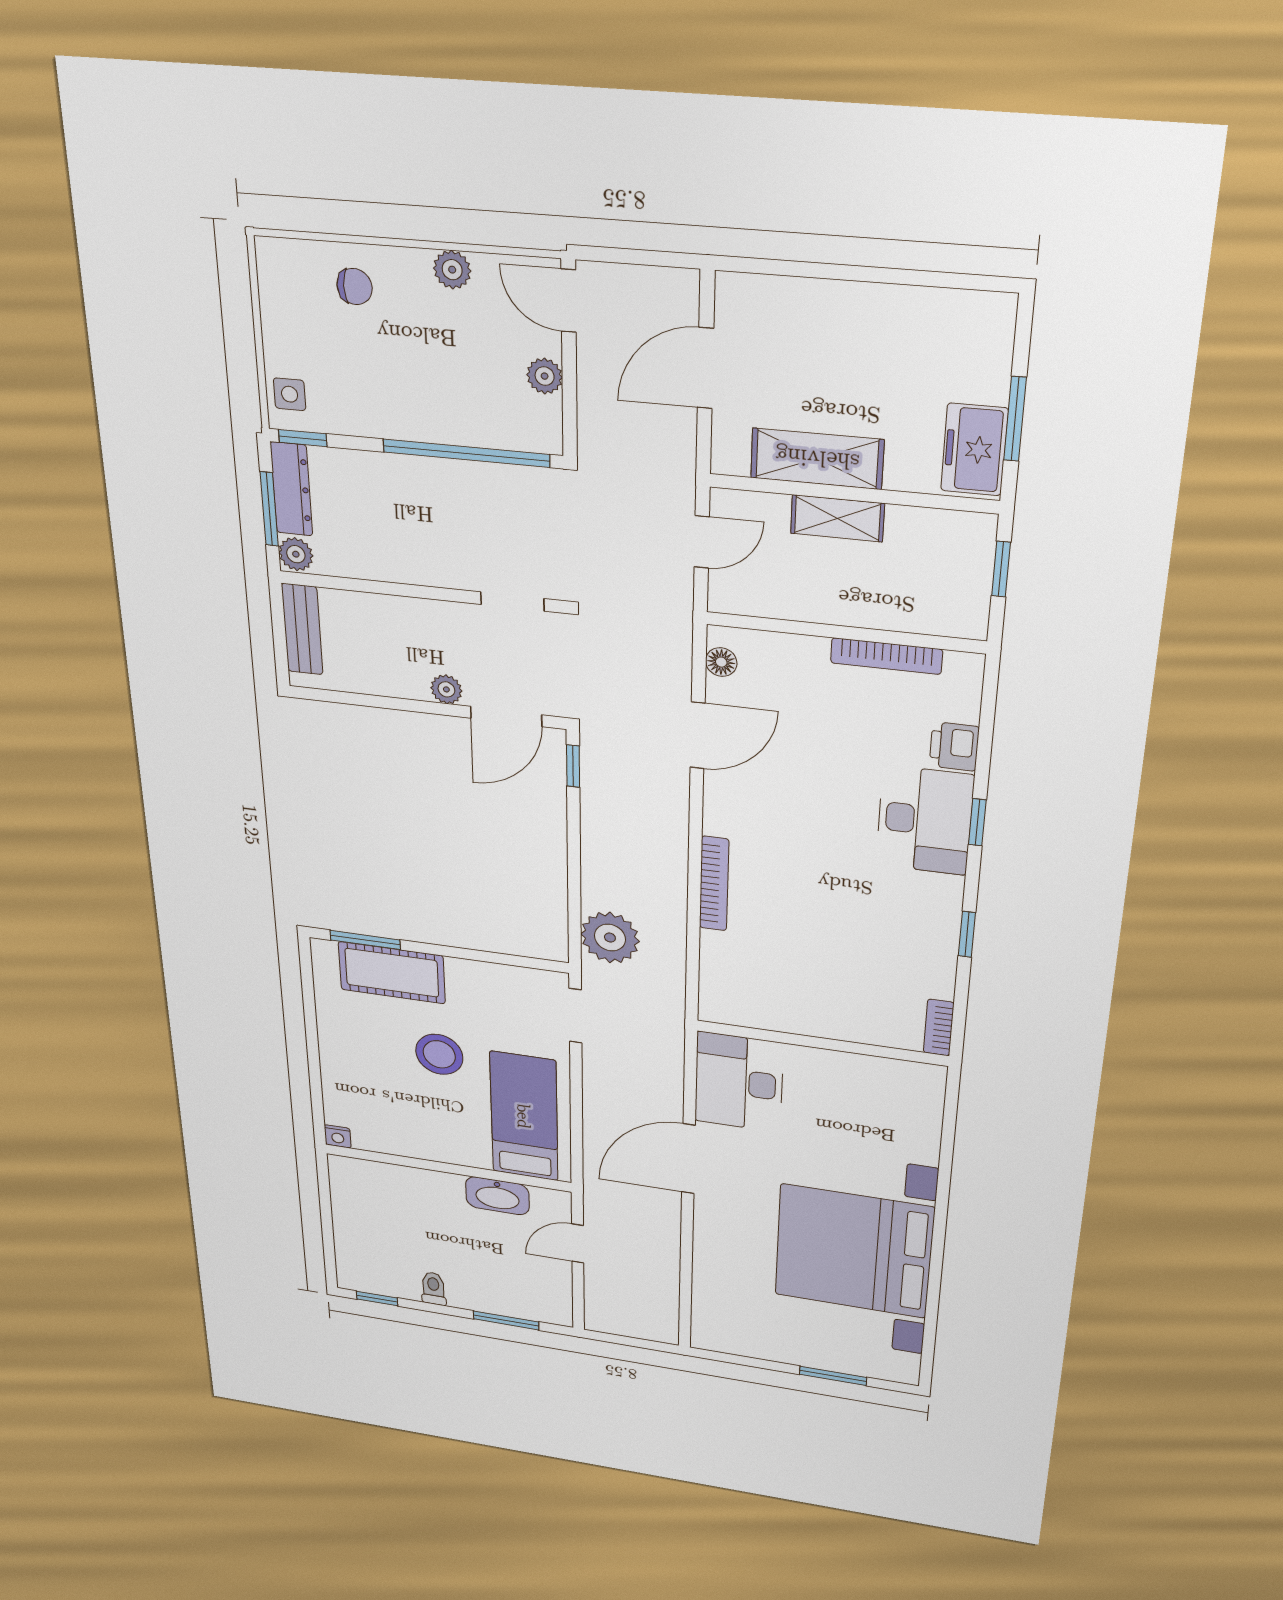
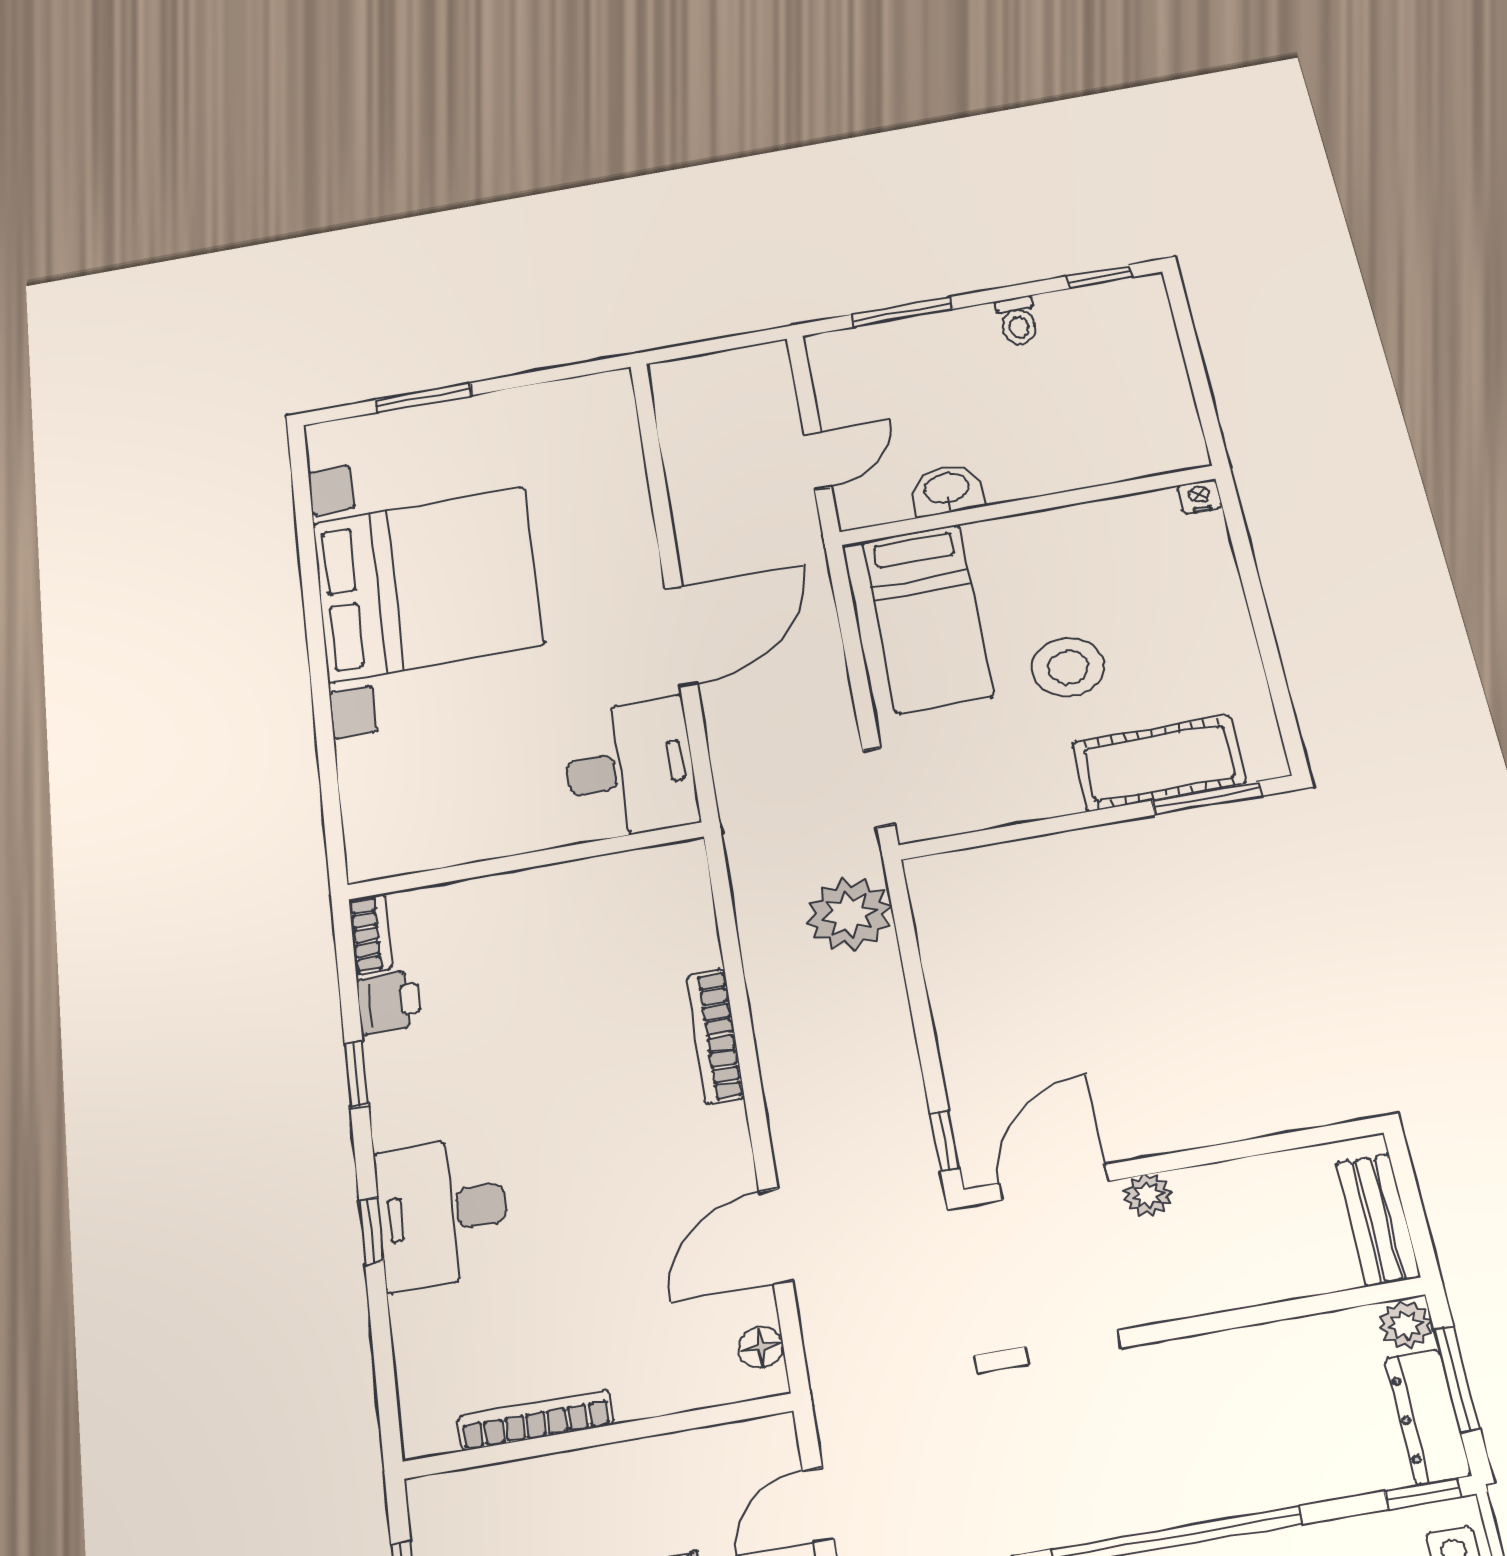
printer: (954, 746) -> (389, 1002), moved
washbasin: (497, 1196) -> (947, 490), width x0.72

